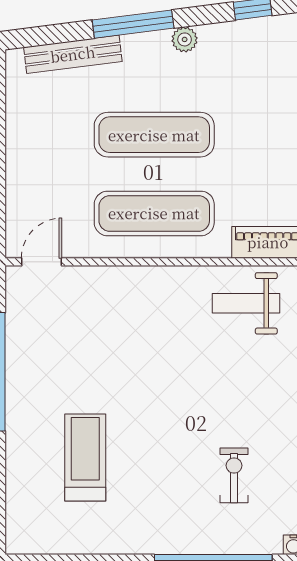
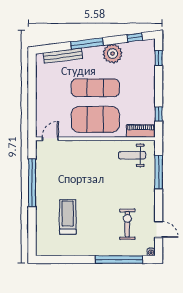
plant: (185, 39) -> (113, 54), width x1.88, depth x1.88
exercise mat: (154, 213) -> (95, 119), width x1.47
exercise bike: (234, 475) -> (127, 224), width x1.38, depth x1.39

